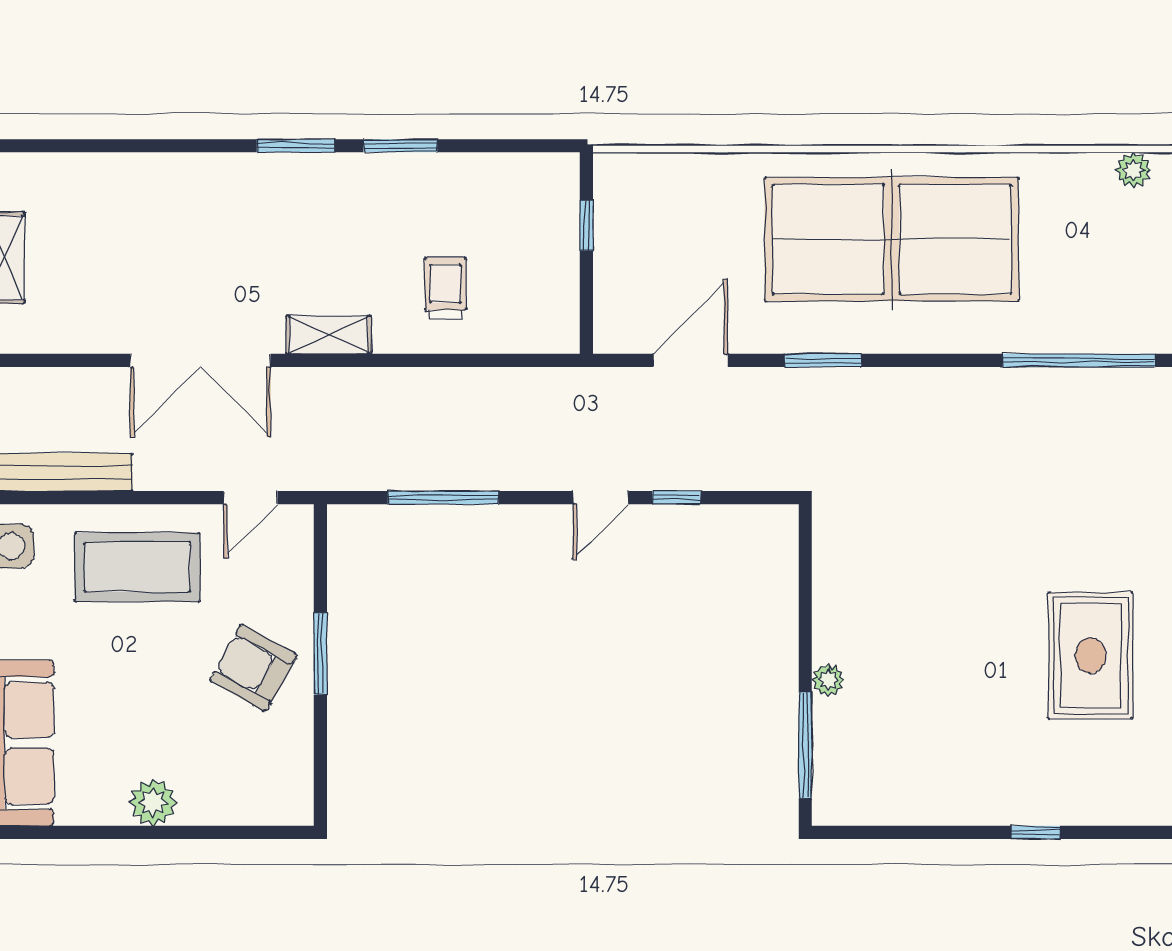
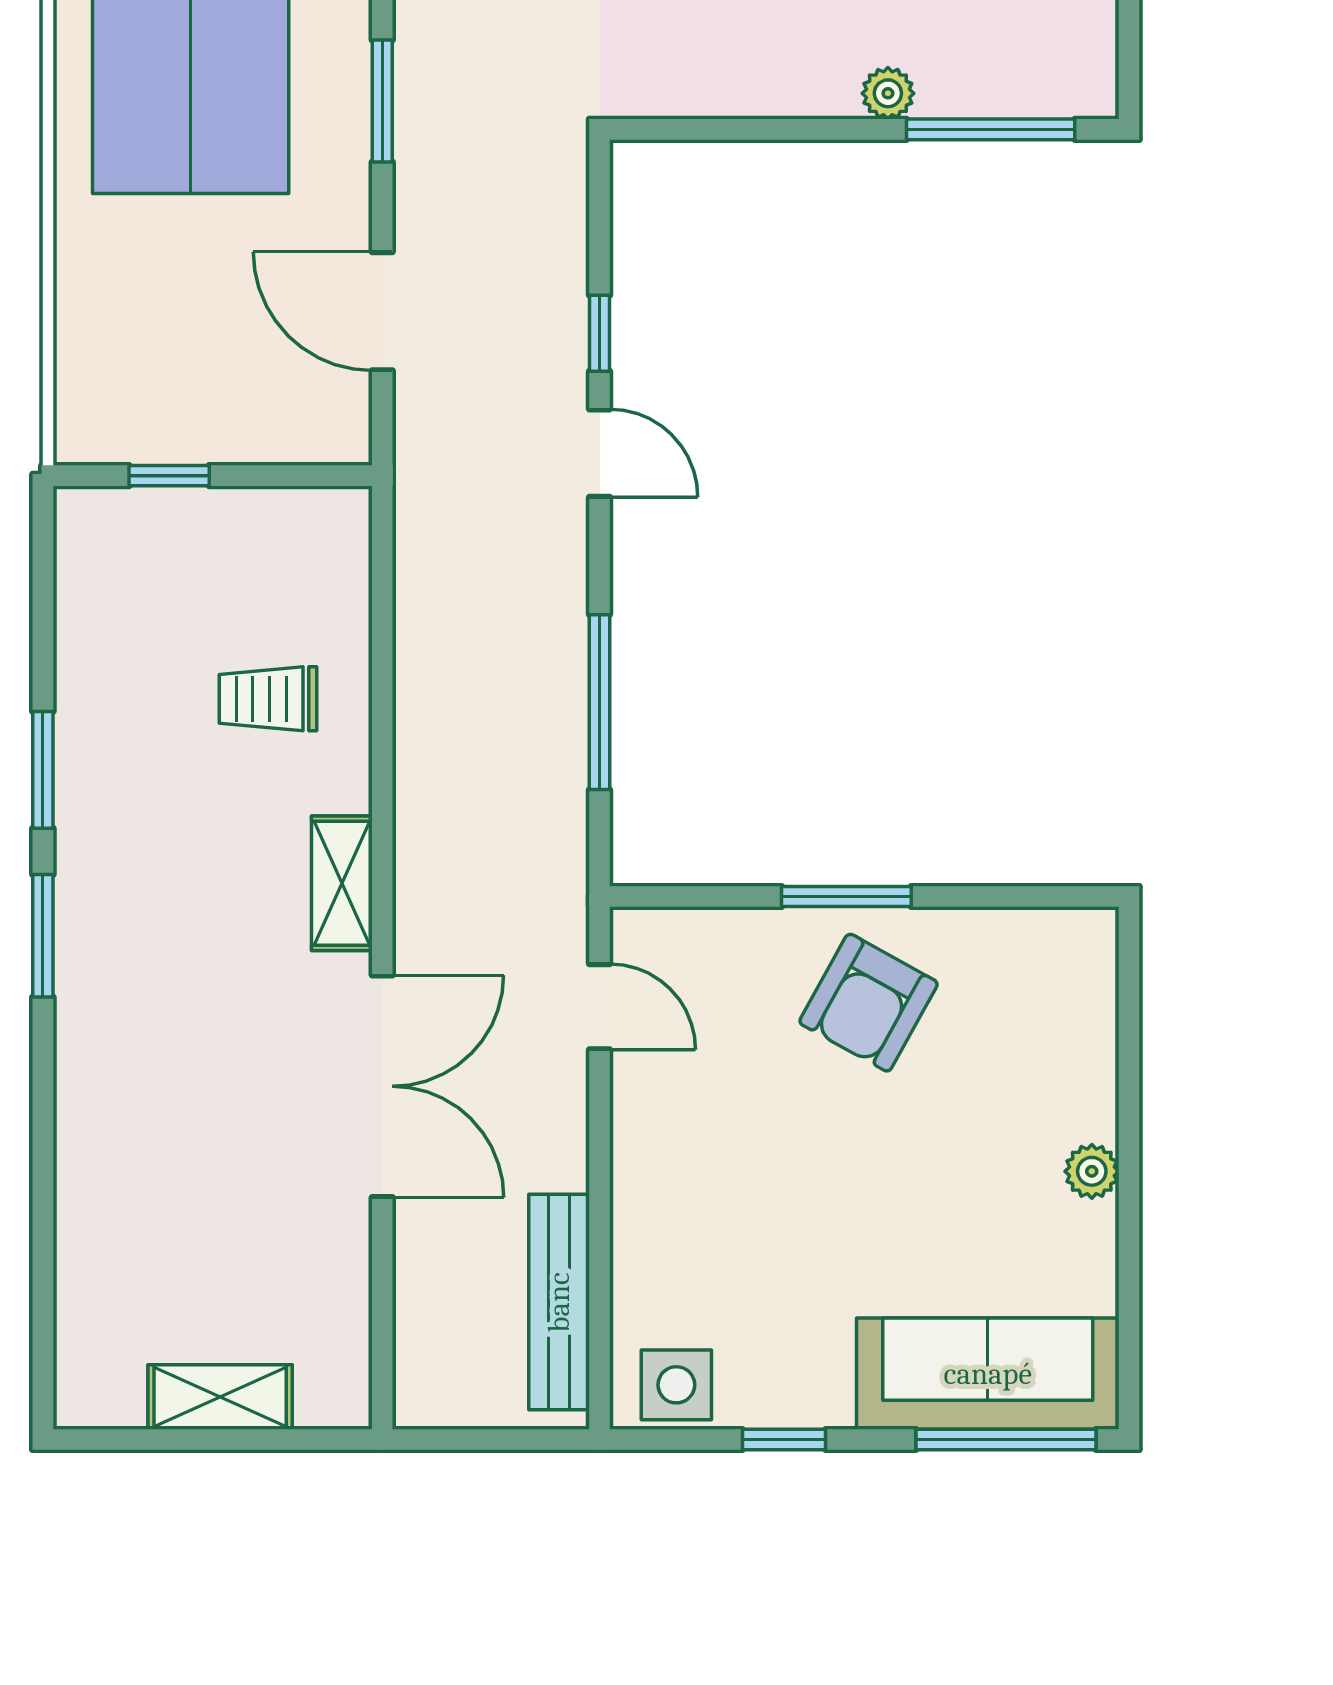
coffee table: (137, 567) -> (709, 1186), removed
plant: (153, 802) -> (1092, 1171), width x0.73, depth x0.73

